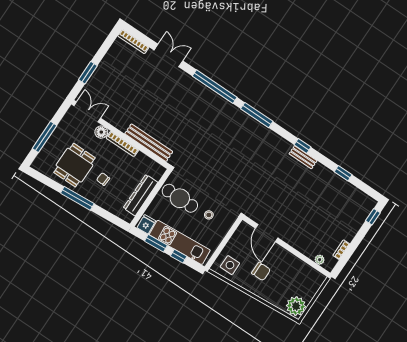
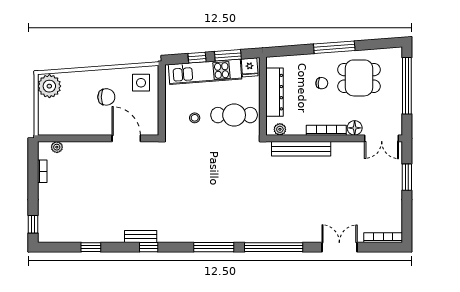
double door: (168, 55) -> (339, 247), swing flipped
window: (45, 137) -> (407, 86), width x1.46
dining table: (74, 165) -> (359, 78), turned 90
plant: (154, 166) -> (280, 129), added
chair: (261, 271) -> (106, 97), turned 180

